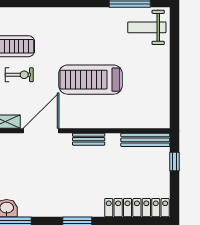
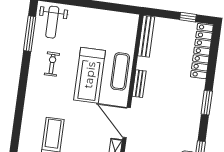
exercise bike: (19, 75) -> (52, 64), moved
exercise mat: (100, 115) -> (120, 71), added
window: (175, 161) -> (188, 17), moved

